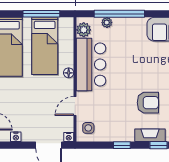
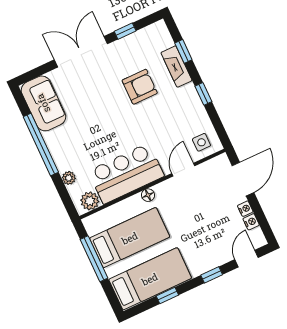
window: (119, 14) -> (41, 144), moved
armchair: (148, 103) -> (140, 87), turned 90
door: (75, 106) -> (183, 170), swing flipped
nightstand: (69, 137) -> (245, 209), moved

